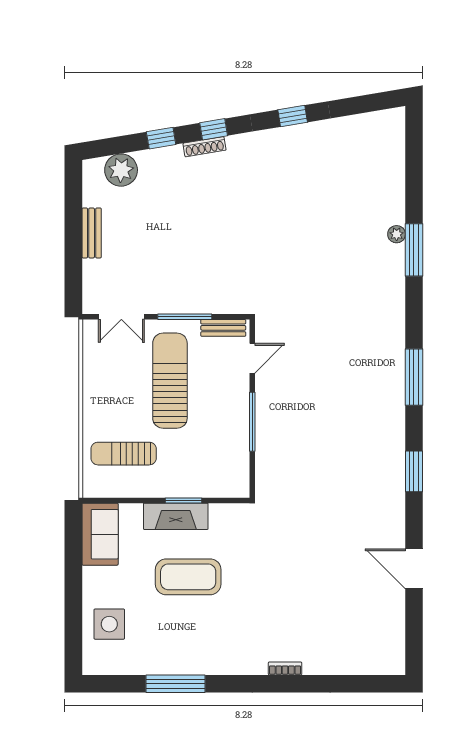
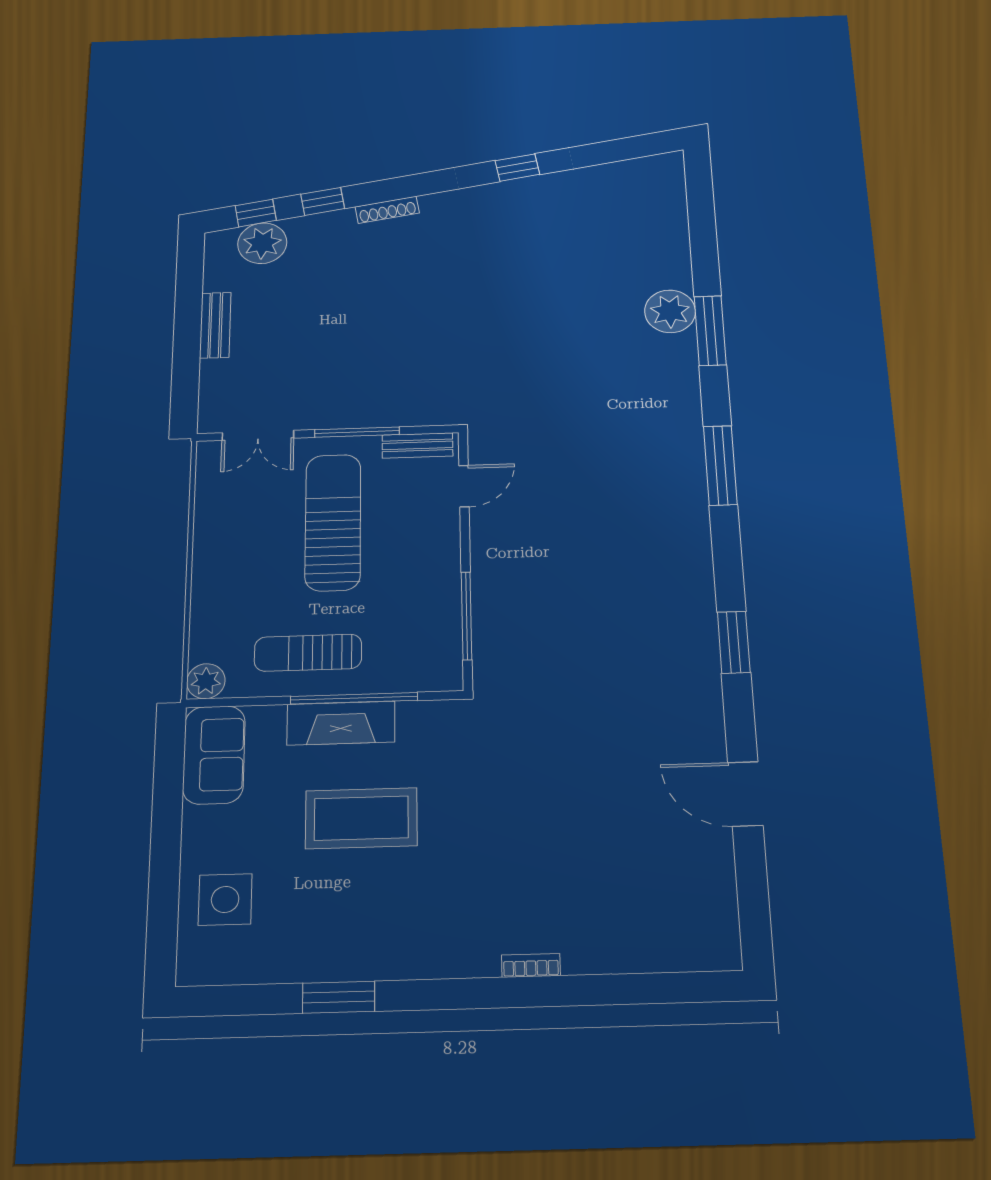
window: (214, 129) -> (256, 213), moved
plant: (397, 234) -> (670, 311), width x1.87, depth x1.87
window: (414, 377) -> (720, 465), moved
window: (252, 422) -> (467, 616), moved
sun lounger: (124, 454) -> (308, 653), moved
plant: (94, 486) -> (206, 681), added
window: (184, 500) -> (354, 698), width x2.11
window: (176, 684) -> (339, 997), width x0.69

